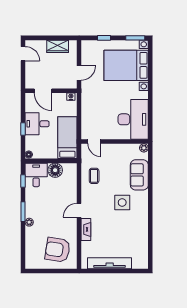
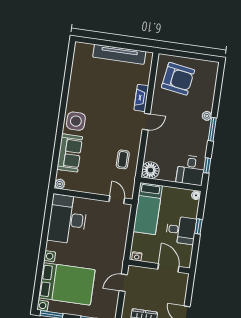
floor lamp: (55, 170) -> (150, 170), moved
side table: (122, 202) -> (76, 121), moved

